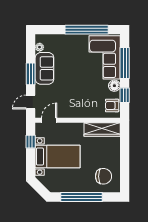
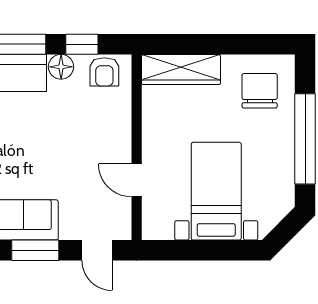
door: (49, 120) -> (137, 180), moved
wardrobe: (102, 129) -> (181, 69), moved, turned 90
window: (31, 142) -> (184, 250), removed

